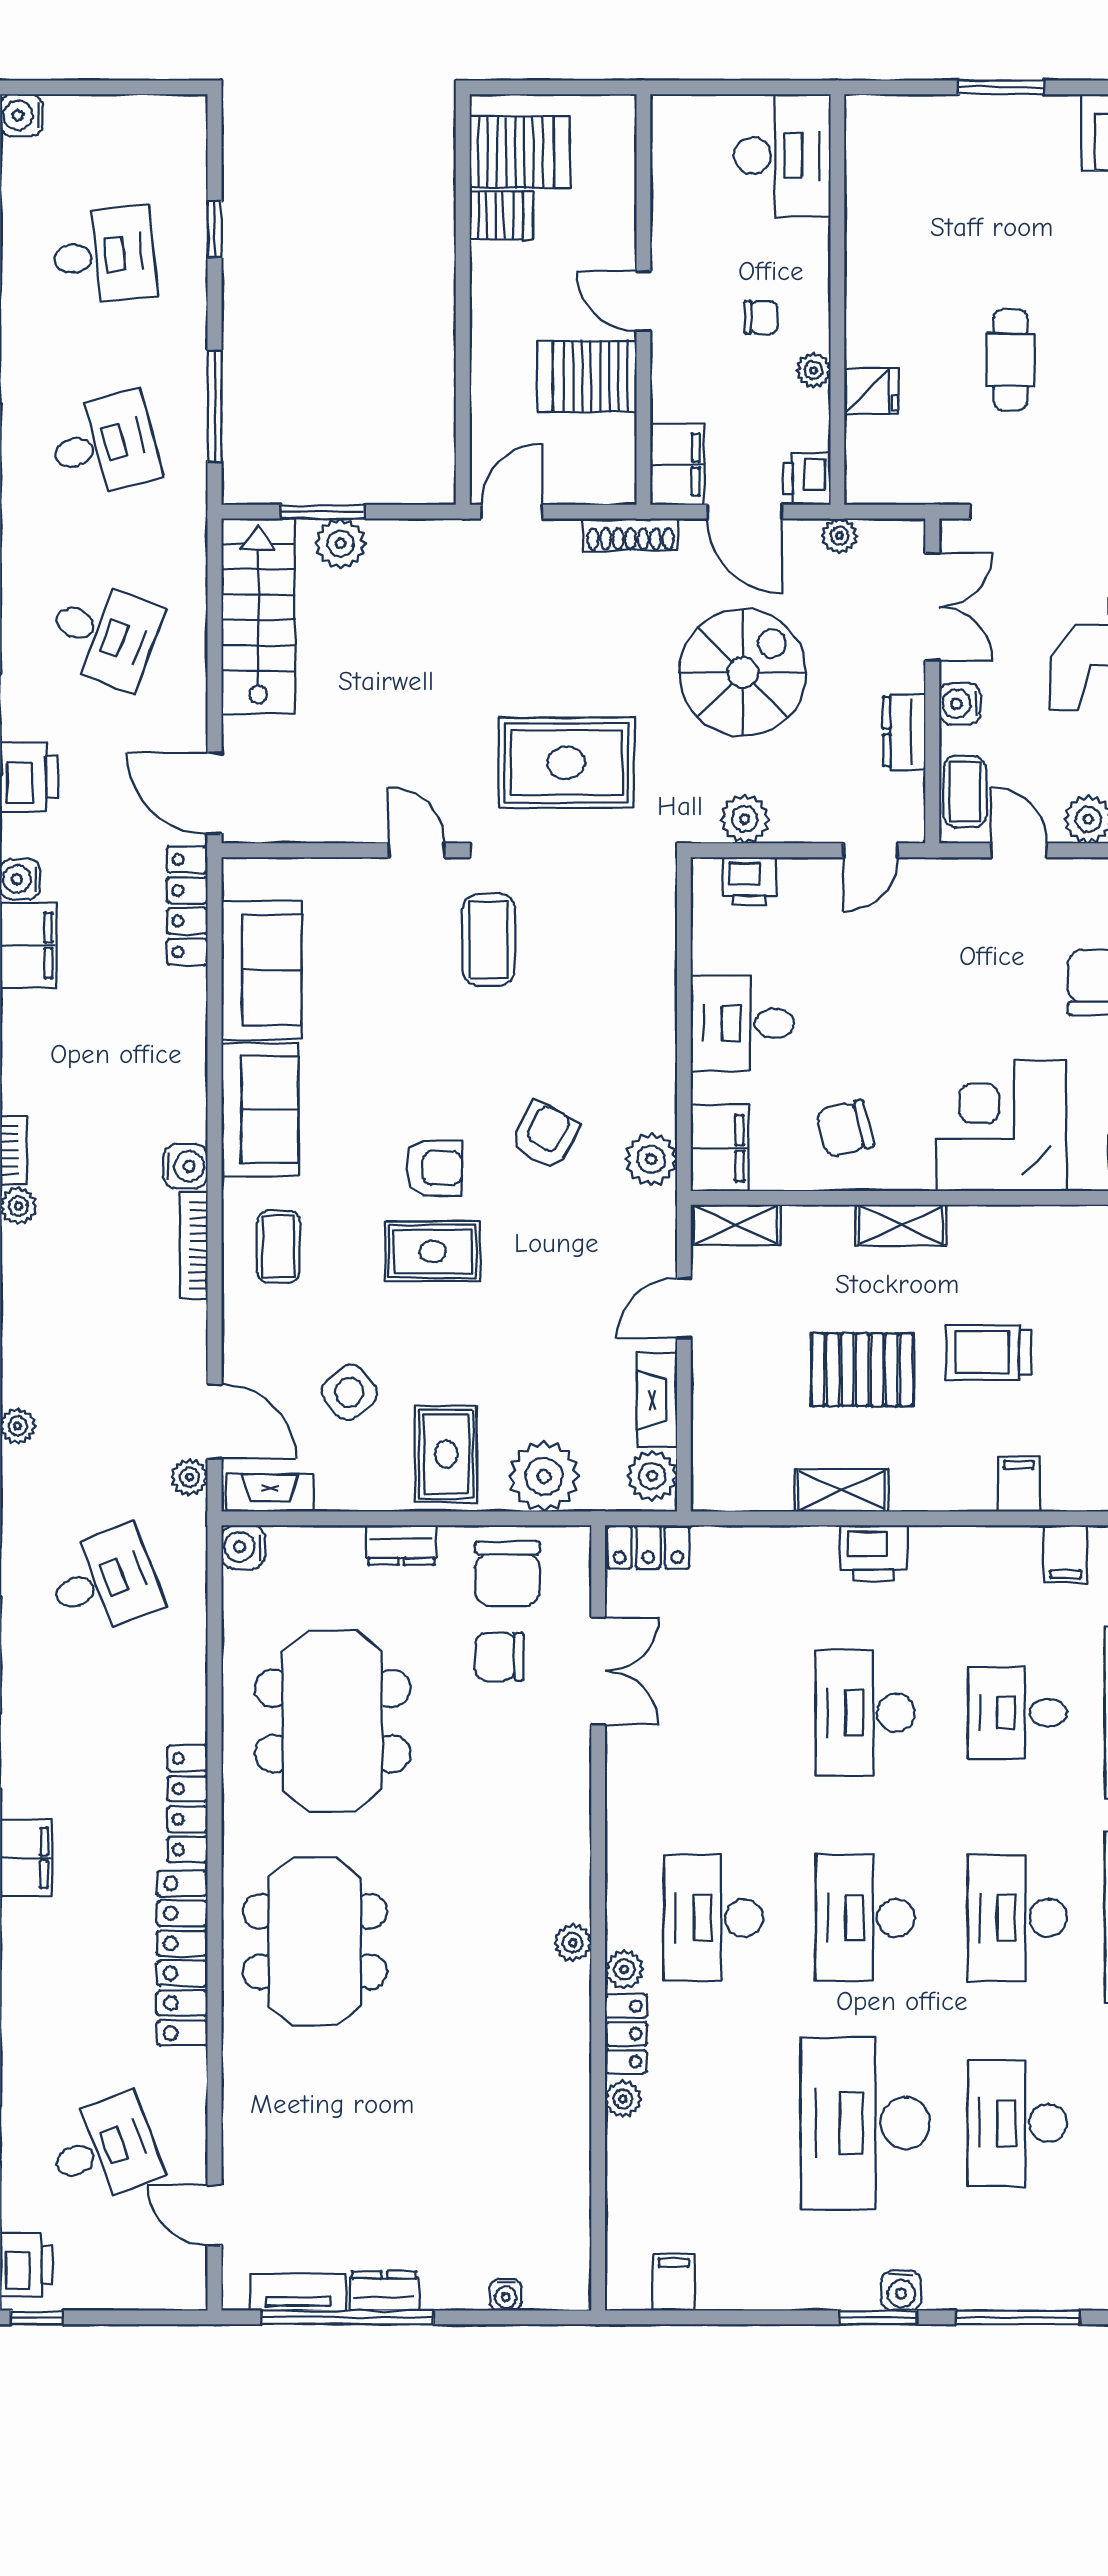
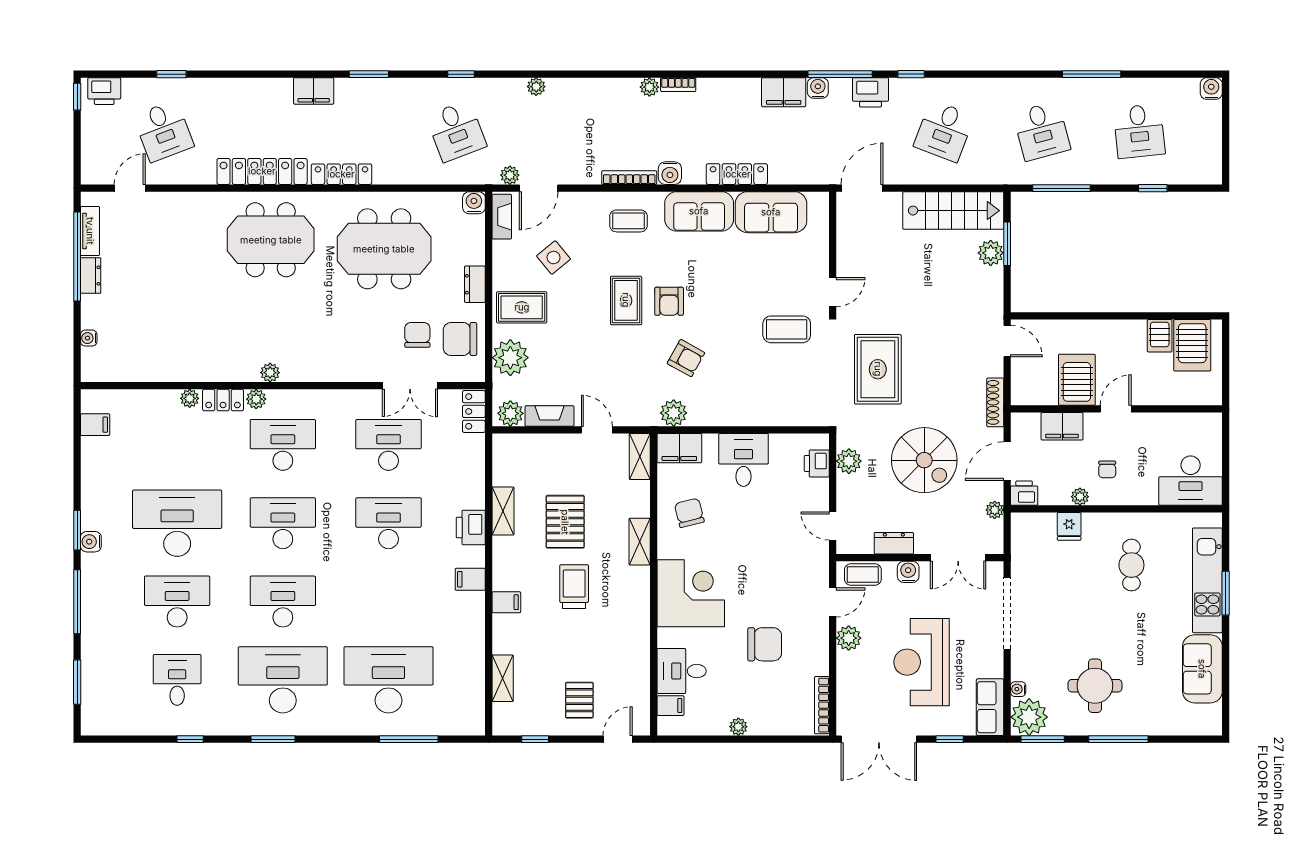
kitchen unit: (976, 123) -> (1207, 580), added
cafe table: (1010, 360) -> (1131, 565), moved, turned 90
filing cabinet: (677, 465) -> (1062, 426), moved
locker: (187, 906) -> (737, 174), moved
filing cabinet: (1065, 1554) -> (470, 579), moved
desk: (1017, 1713) -> (388, 445), moved, width x1.37

